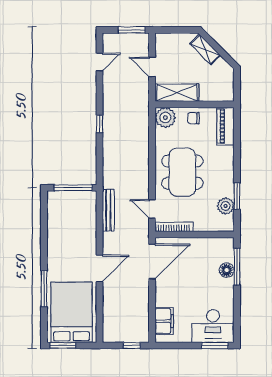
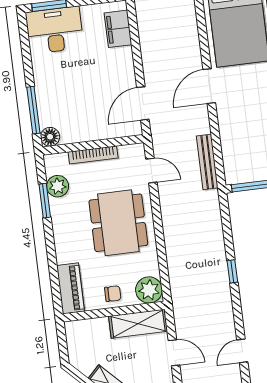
bookcase: (174, 227) -> (93, 155), moved
door: (152, 261) -> (143, 103), width x0.73
floor lamp: (227, 270) -> (50, 137), moved

